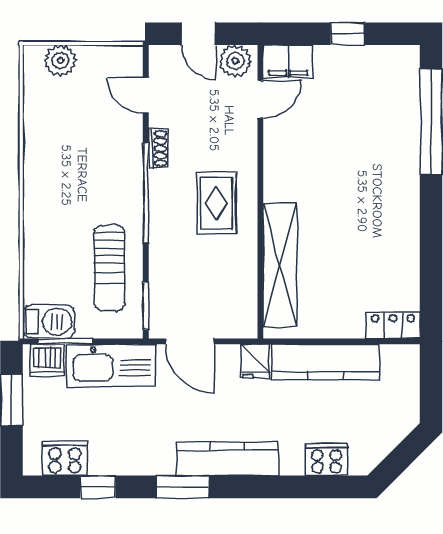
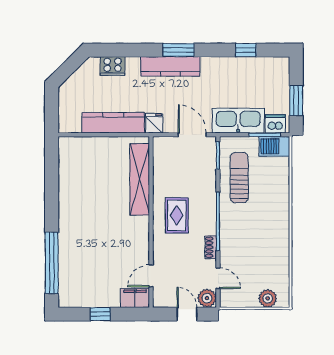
plant: (235, 61) -> (207, 298), moved
locker: (393, 325) -> (74, 144), removed
cooker: (65, 458) -> (265, 67), removed
window: (182, 487) -> (178, 50), moved

